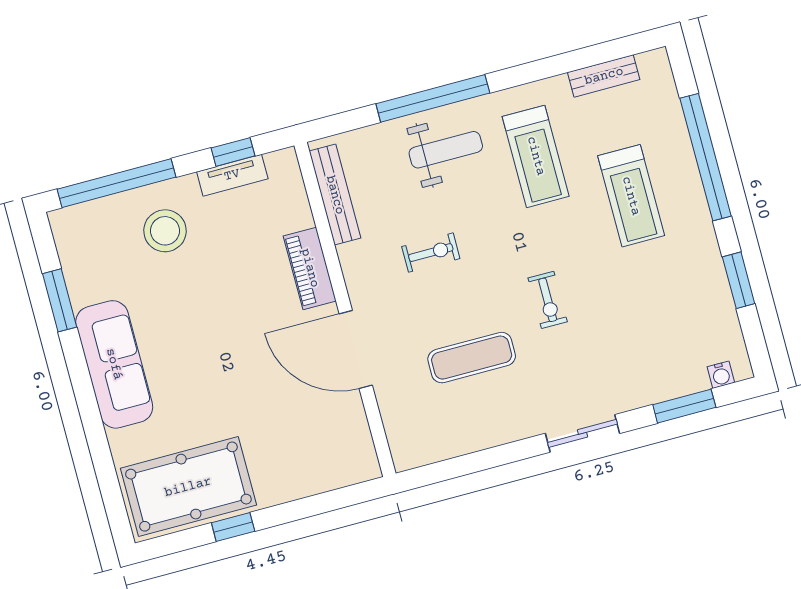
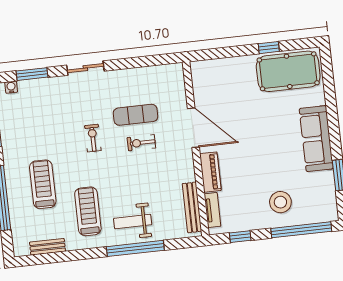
tv unit: (232, 175) -> (212, 210), moved, turned 90
exercise bike: (431, 253) -> (141, 143), moved

